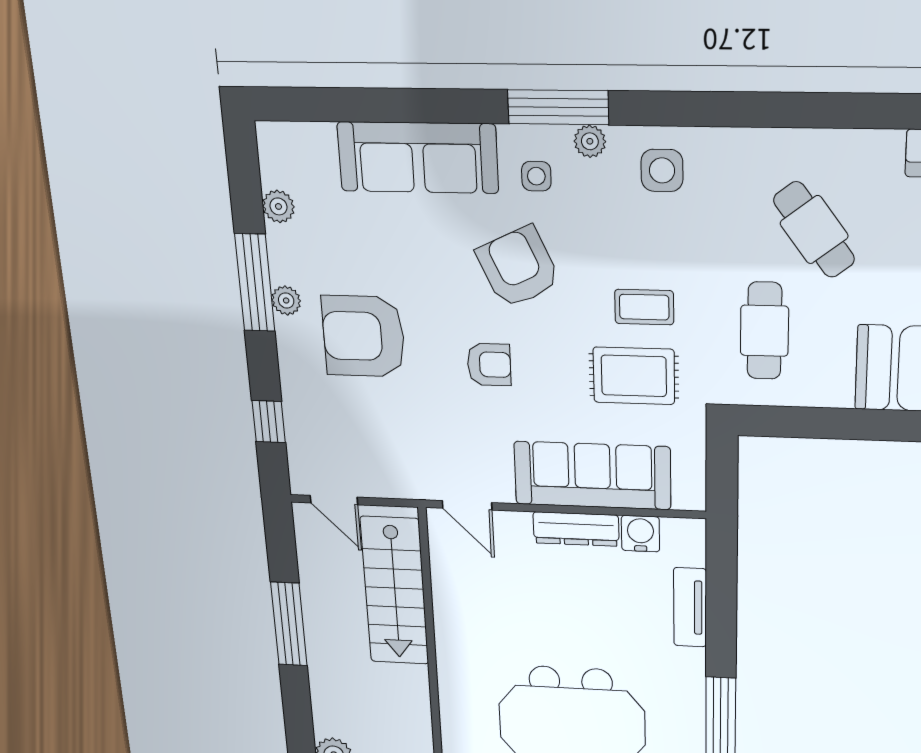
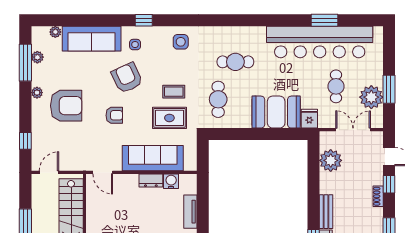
window: (558, 107) -> (144, 20), width x0.46
plant: (590, 141) -> (55, 32), moved
cafe table: (814, 230) -> (235, 62), turned -53
window: (255, 283) -> (25, 63), moved
armchair: (364, 336) -> (66, 106), turned 180
door: (334, 500) -> (49, 172), swing flipped
dresser: (576, 529) -> (151, 181), width x0.70

